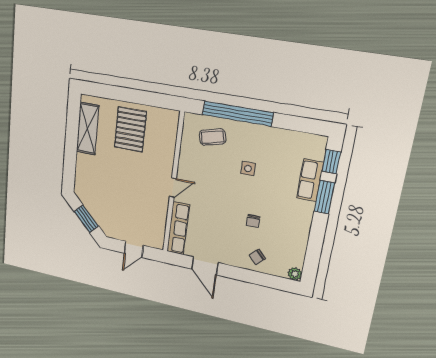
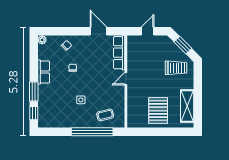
row of seats: (310, 180) -> (44, 72), moved
trolley: (98, 188) -> (176, 68), added

